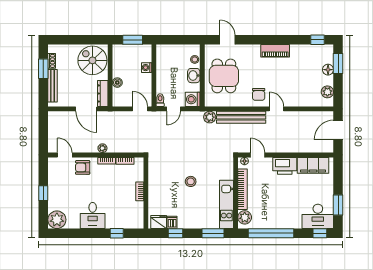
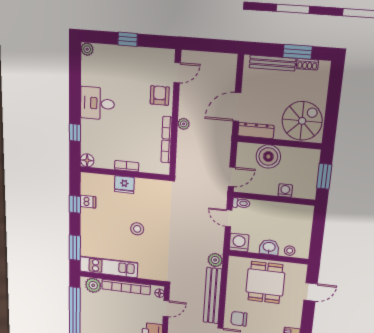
dining table: (224, 76) -> (265, 282), turned 90
boiler: (117, 83) -> (268, 157), width x1.86, depth x1.86
plant: (57, 220) -> (87, 49), width x0.53, depth x0.53
fridge: (159, 222) -> (124, 185), moved, turned 90
floor lamp: (138, 223) -> (87, 160), added

